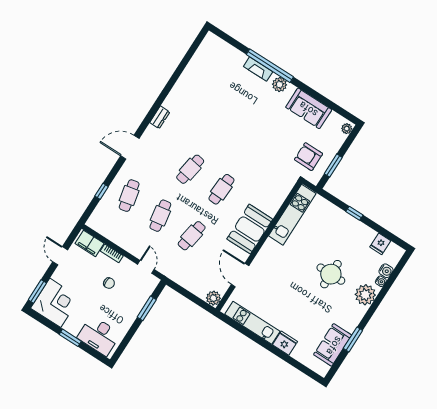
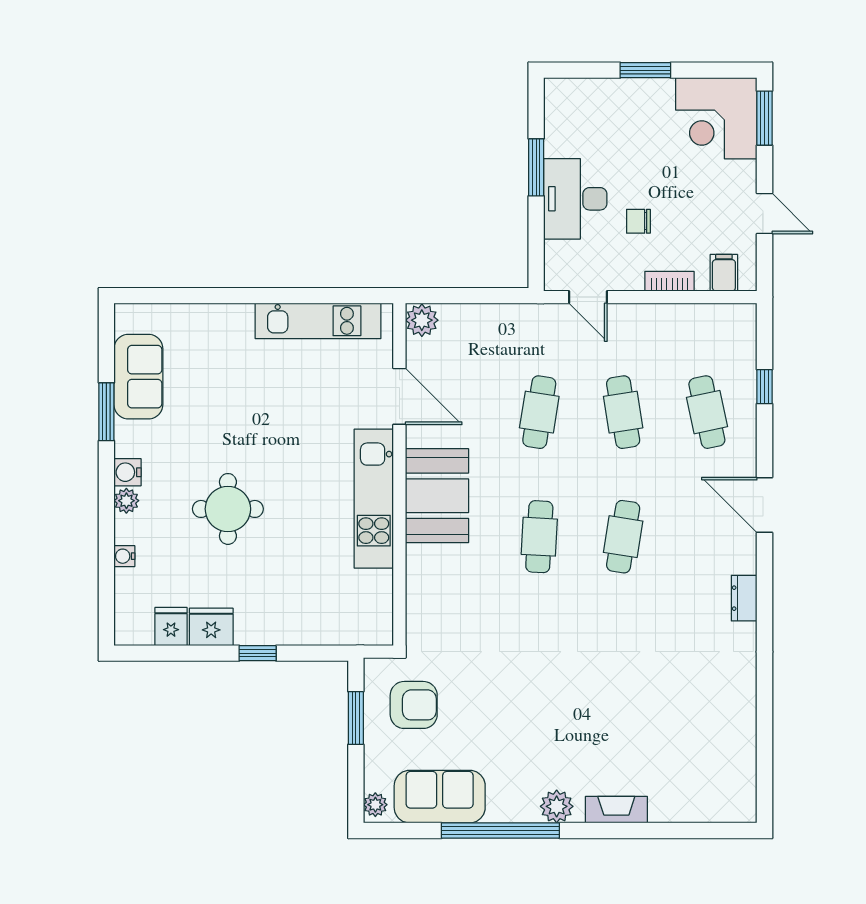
window: (270, 66) -> (500, 830), moved
sofa: (309, 108) -> (440, 797), moved
door: (130, 147) -> (765, 505), swing flipped
kitchen unit: (292, 215) -> (374, 499), moved
filing cabinet: (89, 243) -> (724, 273), width x0.50
water cooler: (386, 271) -> (127, 472), moved
plant: (365, 295) -> (126, 501), width x0.53, depth x0.53
window: (147, 308) -> (536, 167), moved
desk: (99, 336) -> (575, 199), moved, turned -90
fridge: (285, 343) -> (211, 627), moved, turned 180

